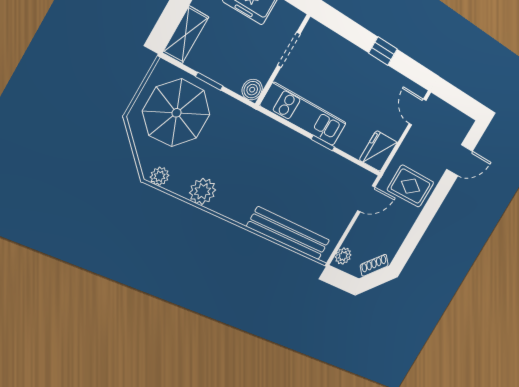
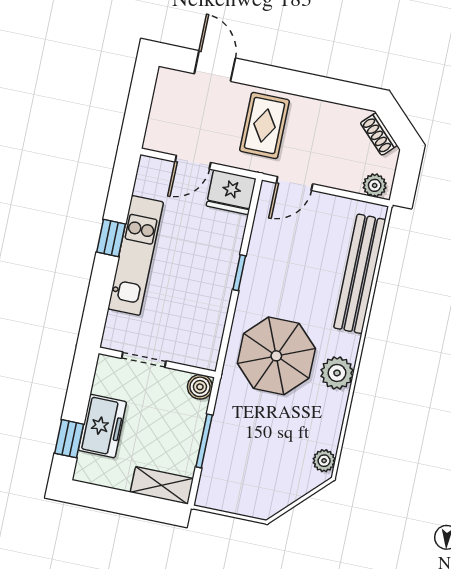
window: (209, 81) -> (204, 441), width x1.50
door: (418, 112) -> (193, 162), moved
parasol: (177, 113) -> (276, 356), moved
kitchen unit: (304, 114) -> (136, 255), moved, turned 180
plant: (203, 191) -> (337, 373), moved
door: (366, 199) -> (294, 183), swing flipped

